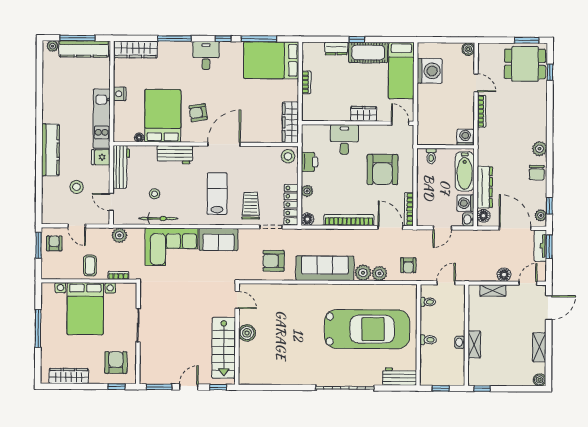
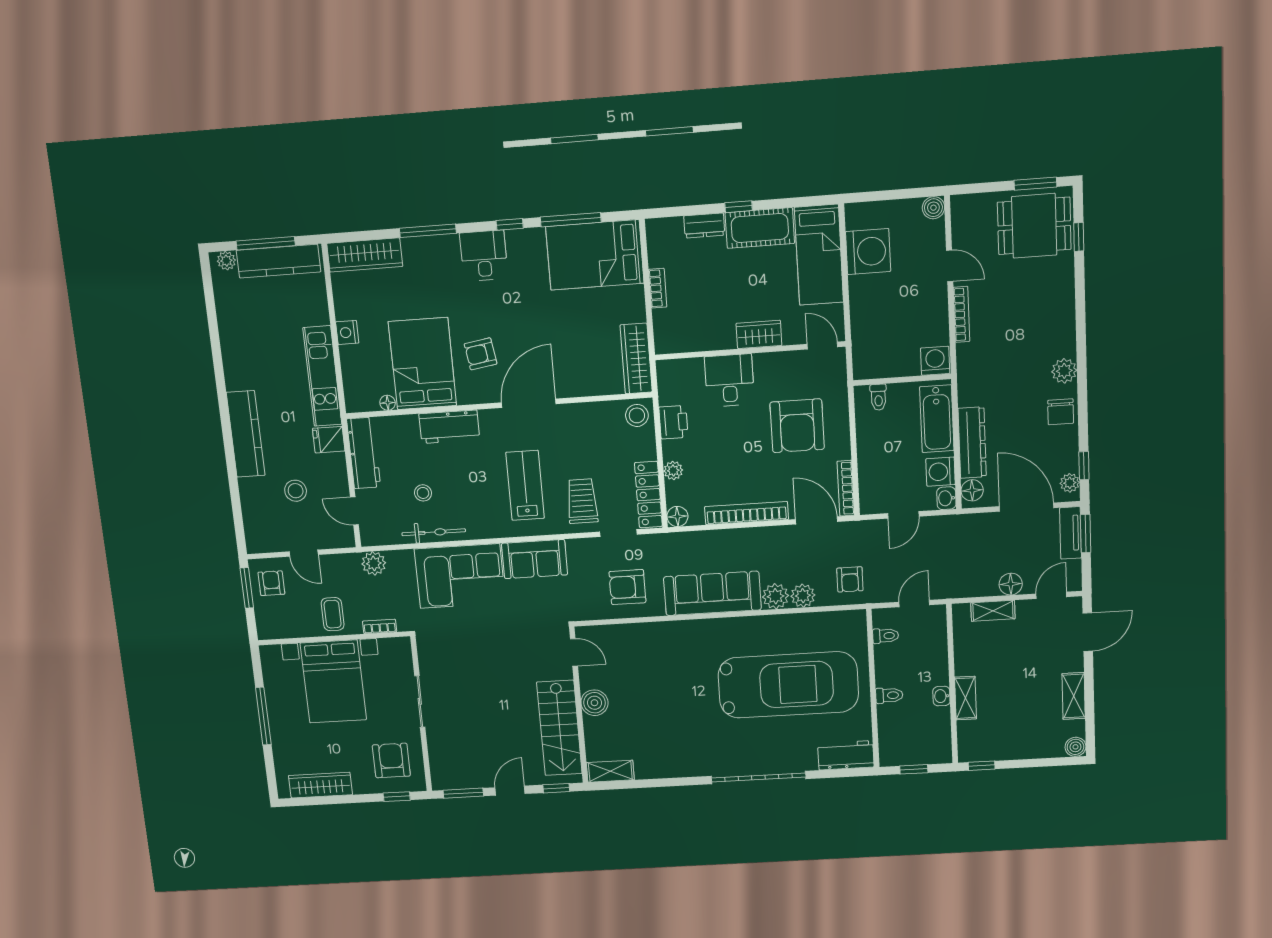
shelving: (253, 378) -> (610, 771), added

